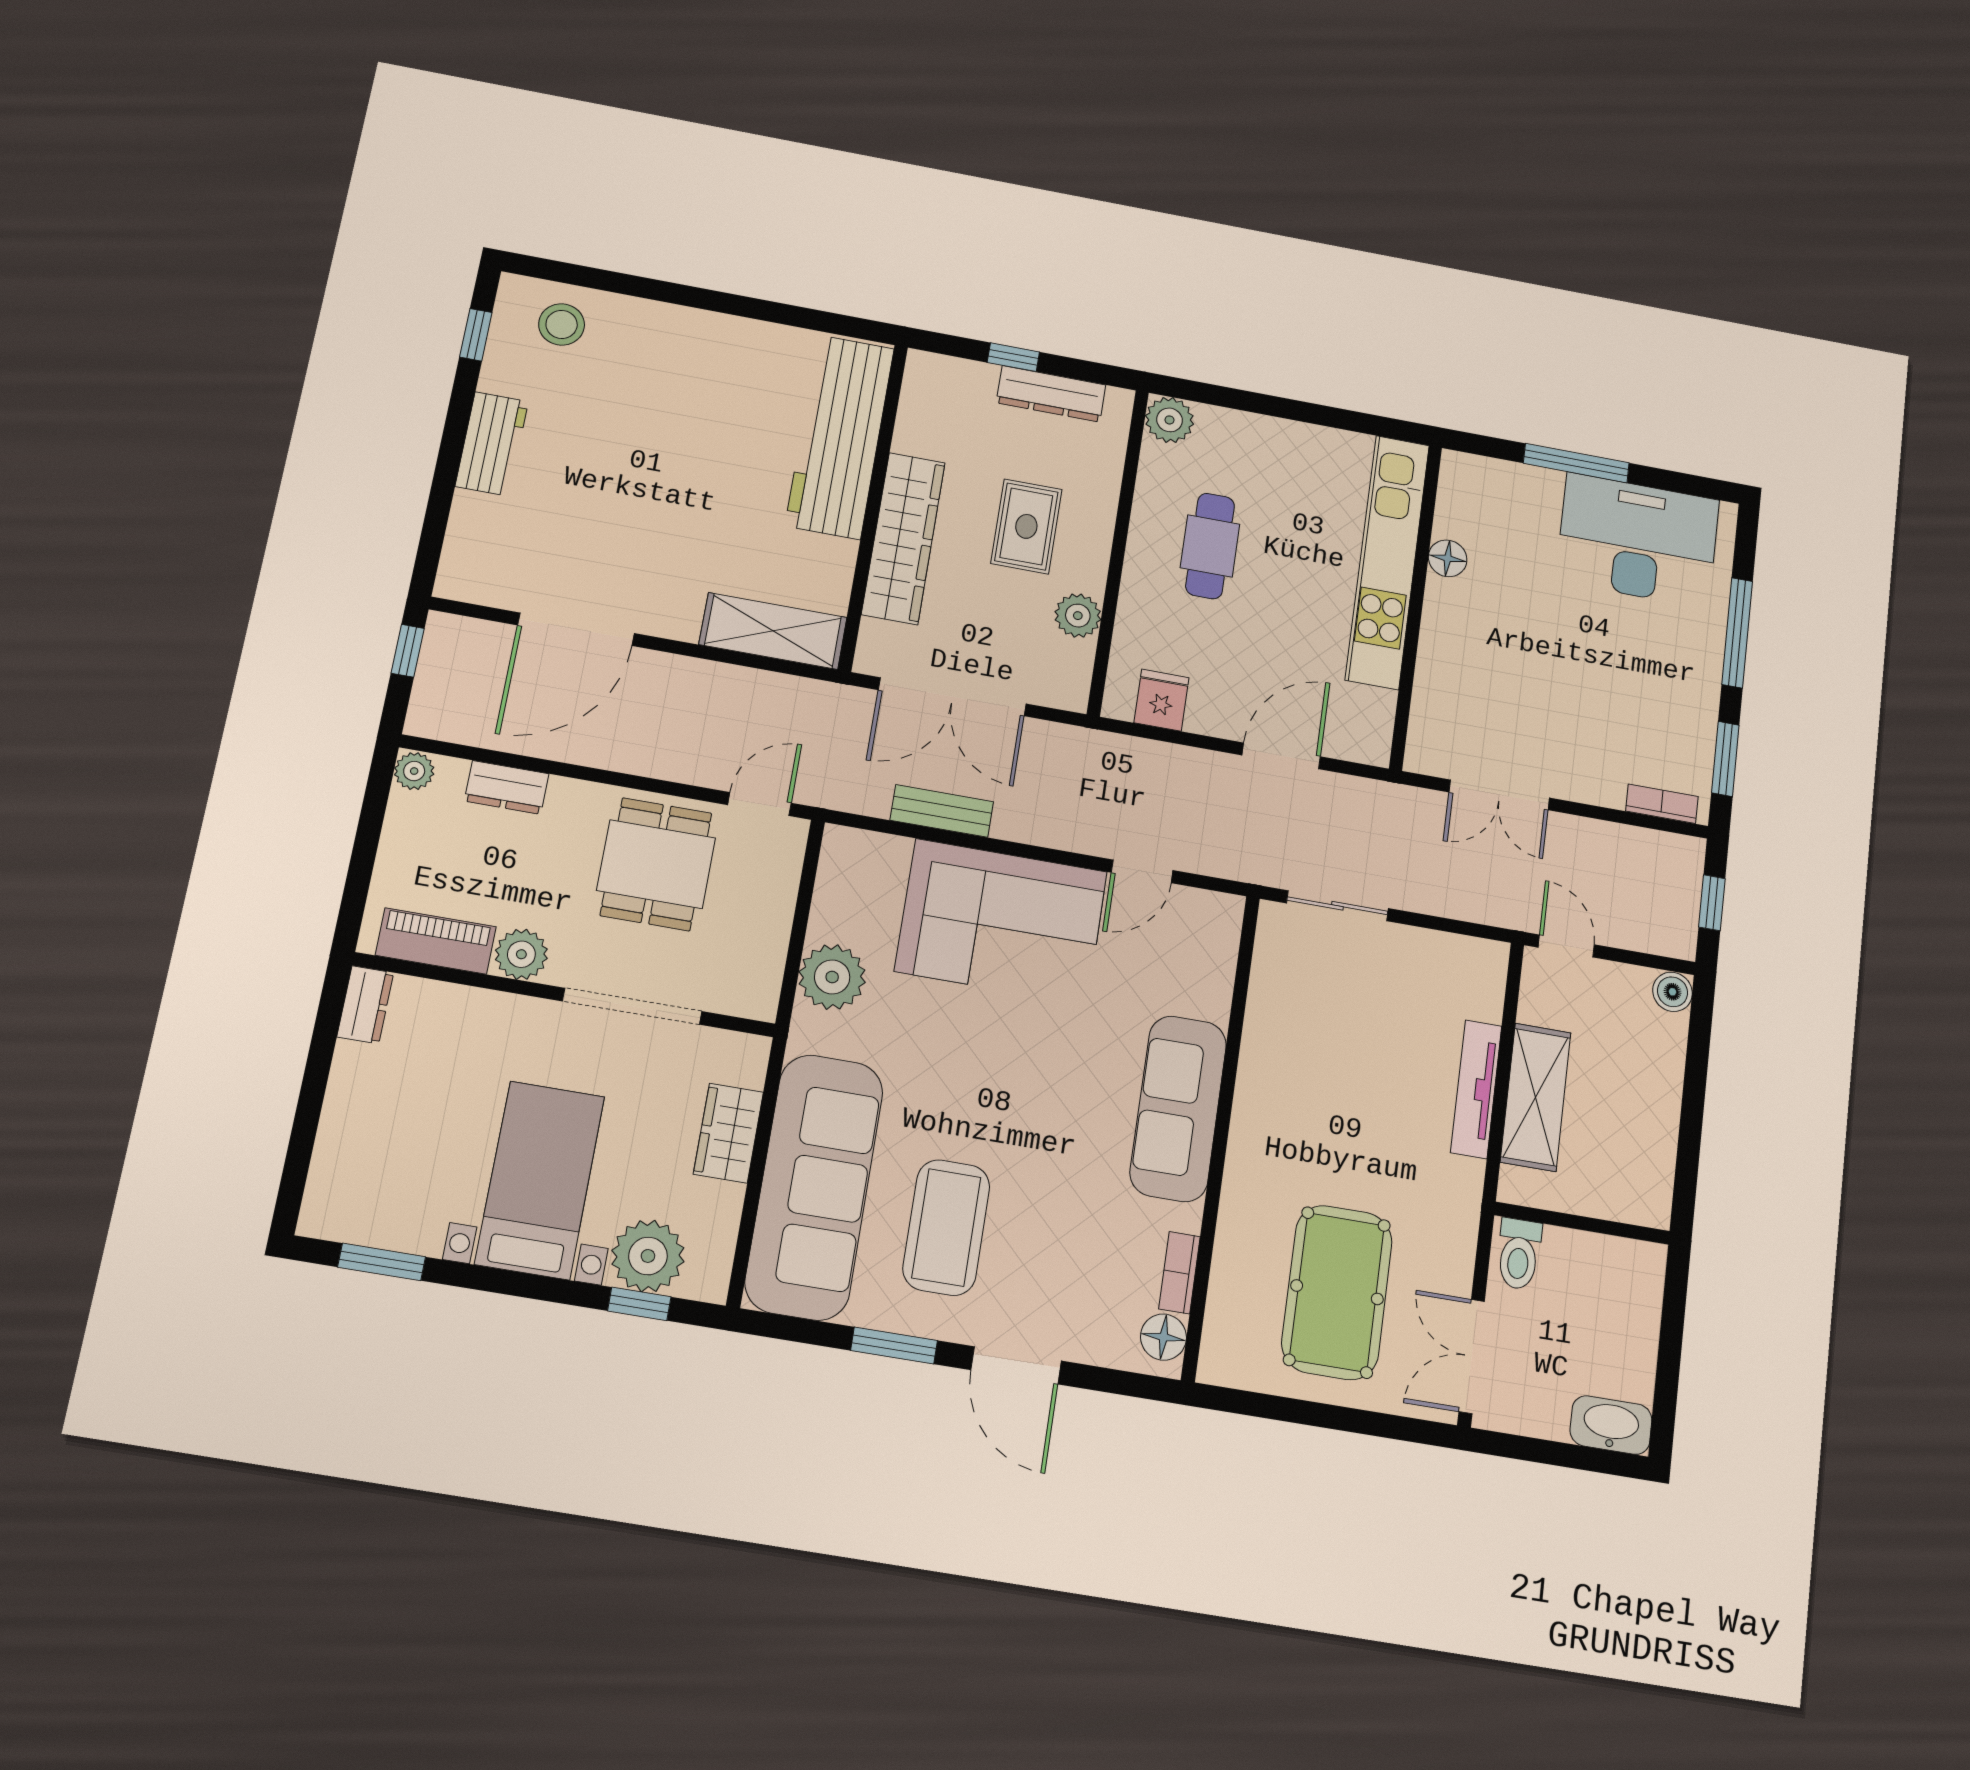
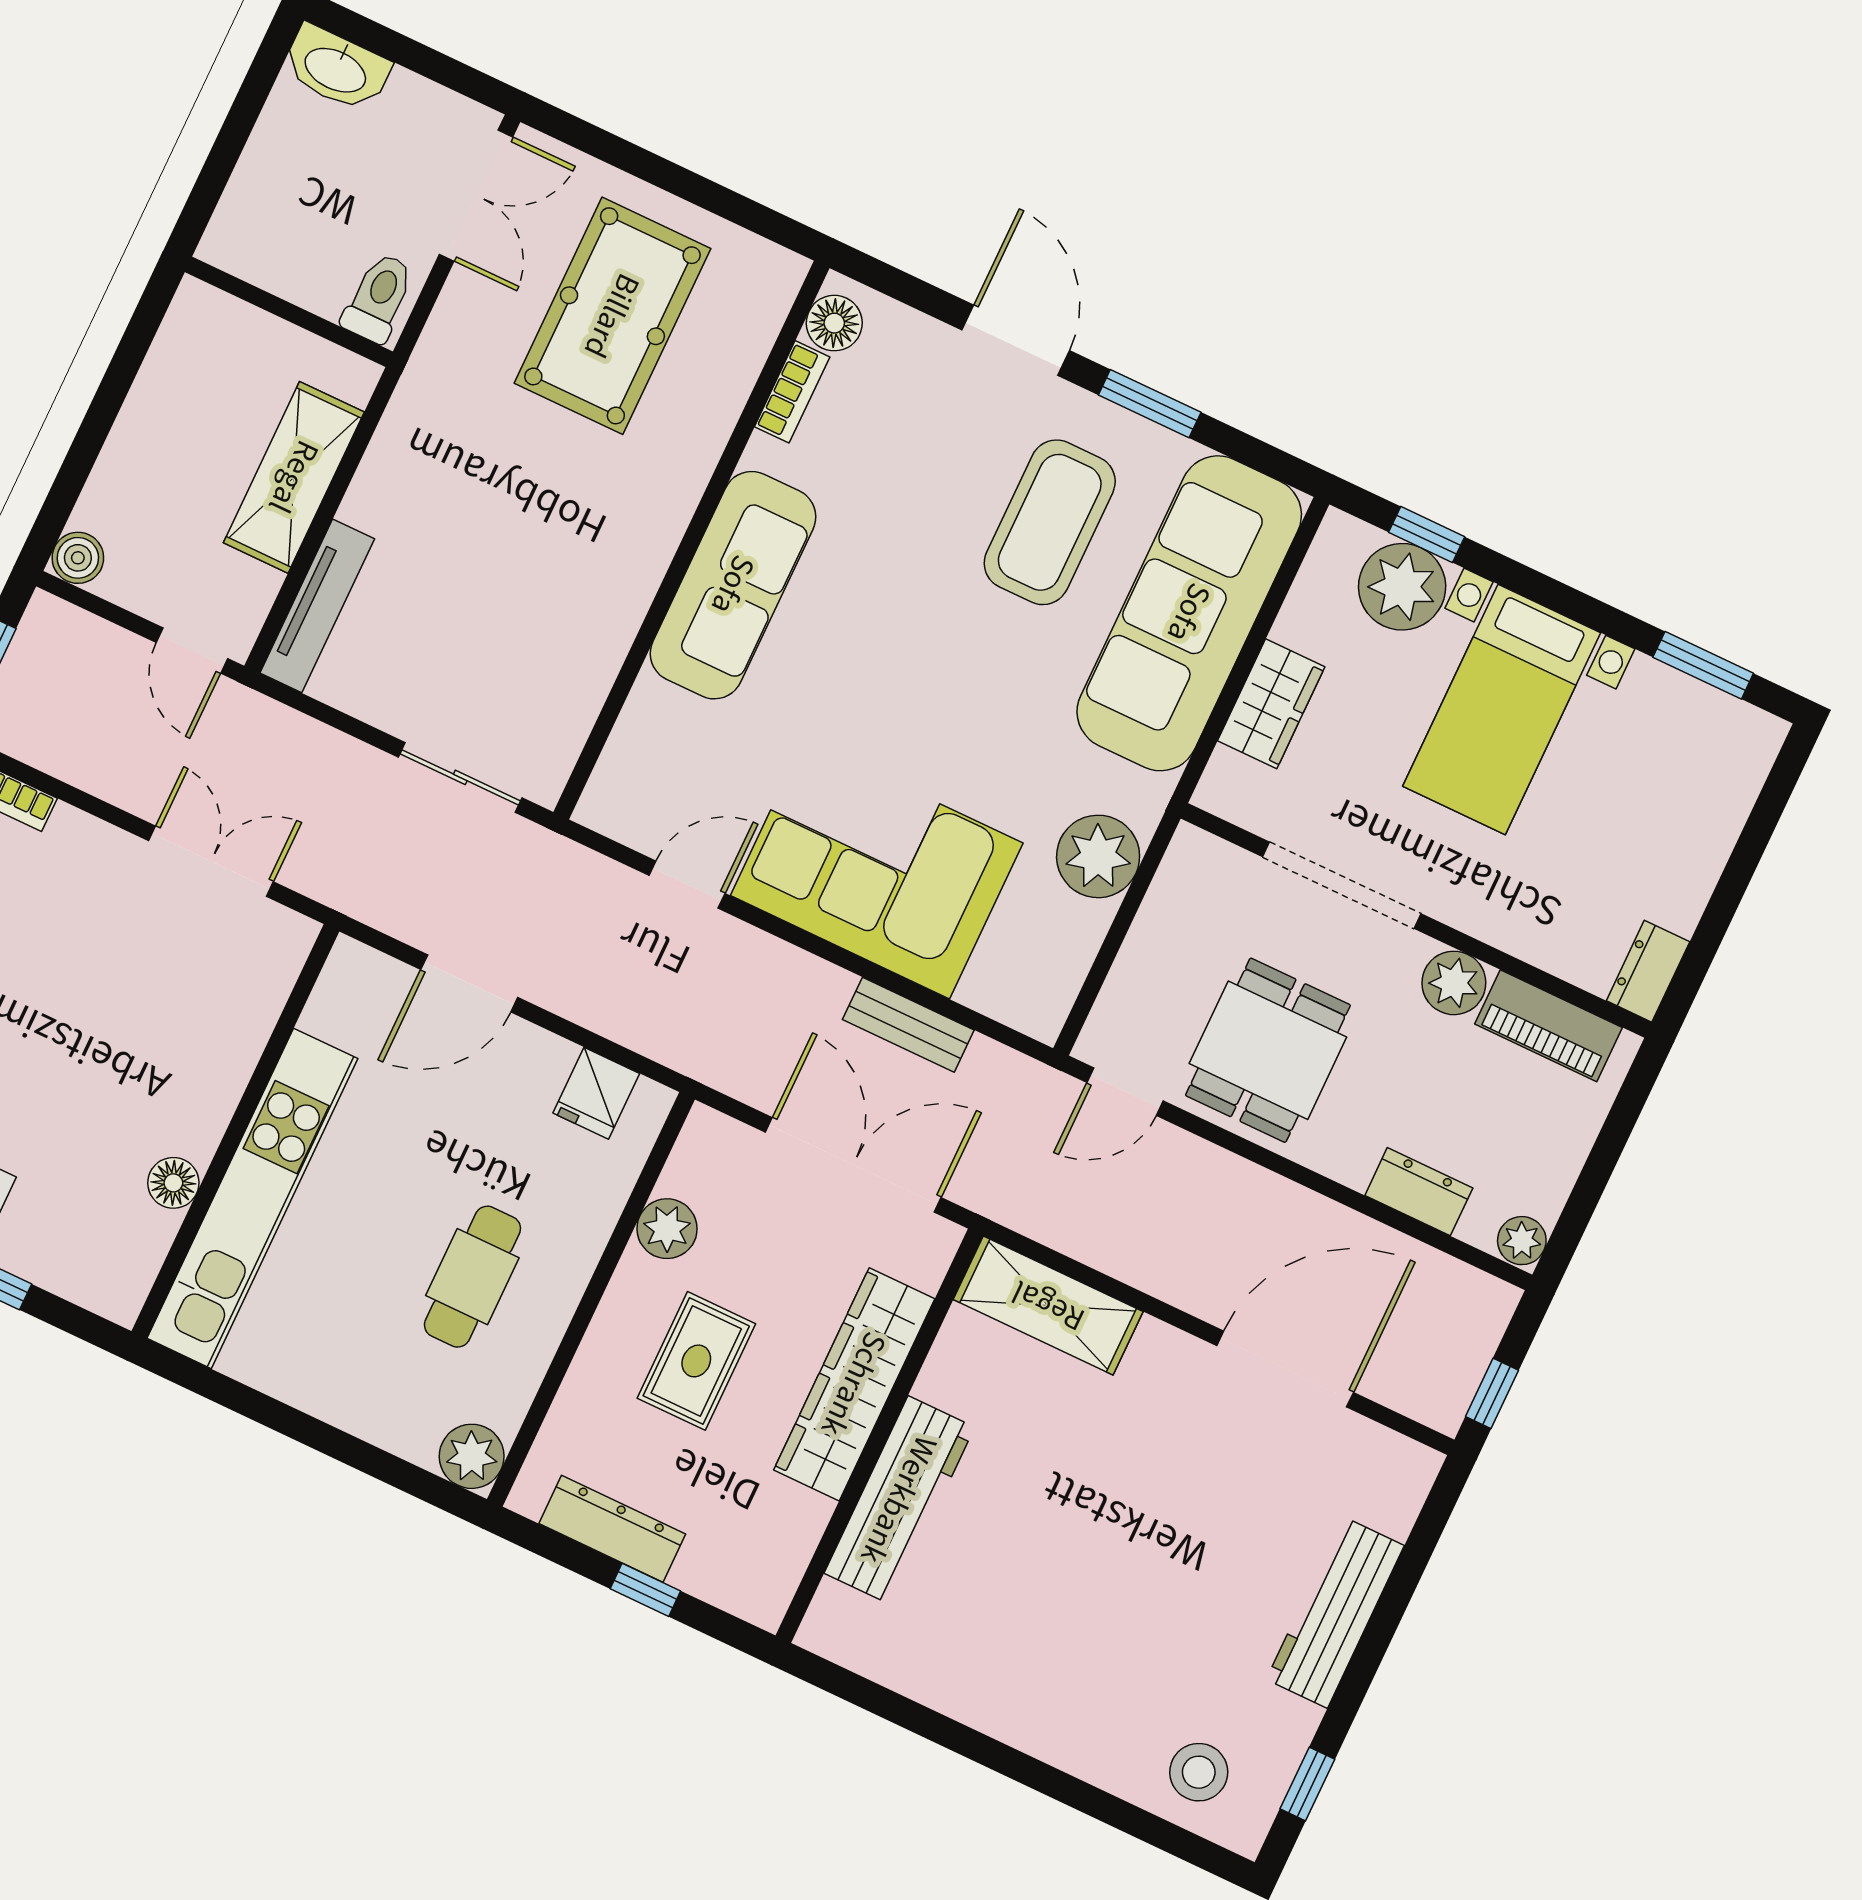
workbench: (840, 437) -> (899, 1500), width x0.73, depth x0.76
workbench: (492, 444) -> (1335, 1612), width x1.38
tv unit: (1476, 1089) -> (317, 606), moved

